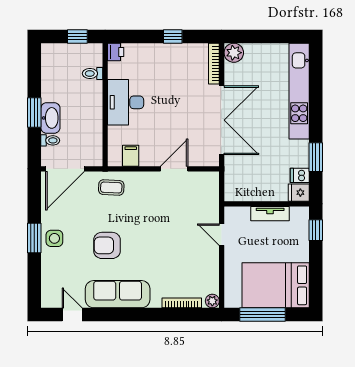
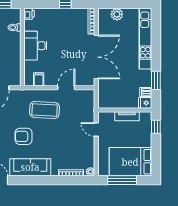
plant: (234, 53) -> (117, 14), moved
coffee table: (111, 187) -> (45, 110), moved, width x1.86, depth x1.72

